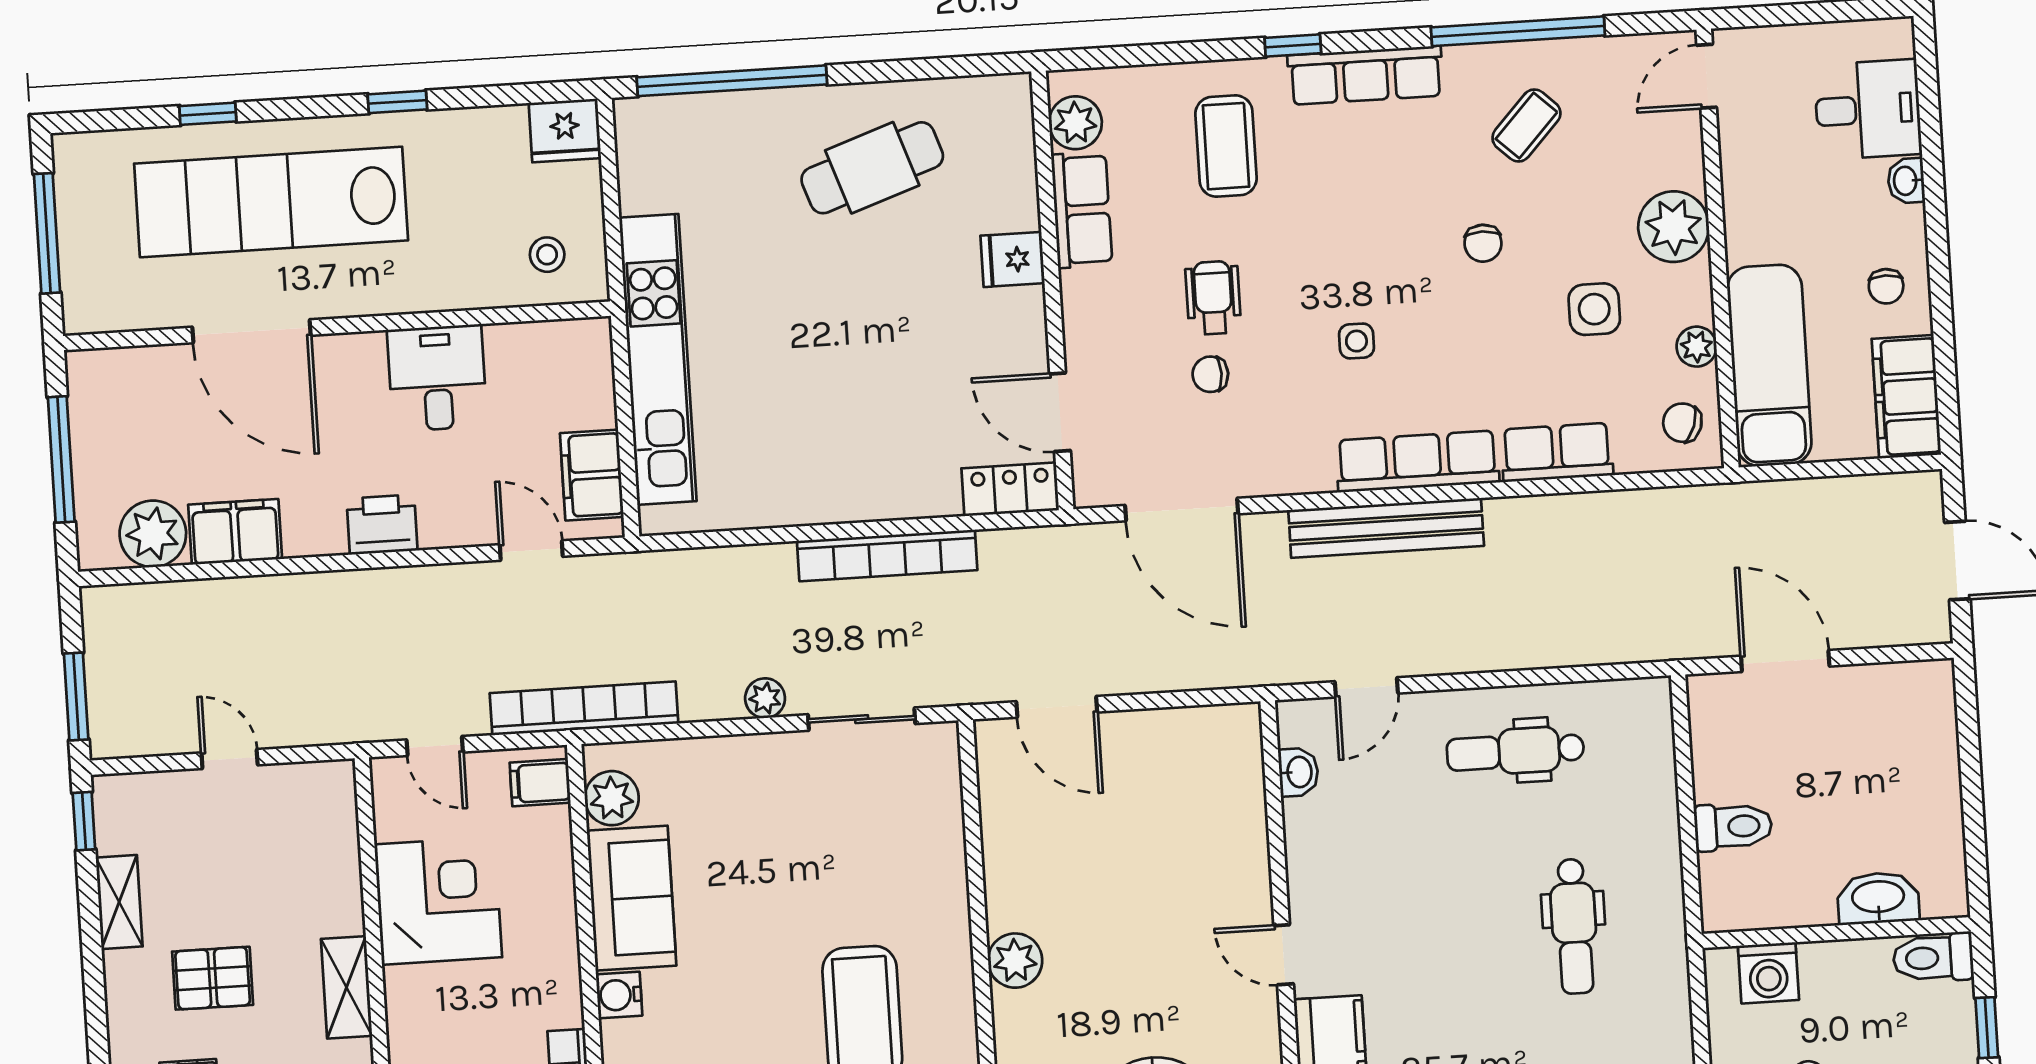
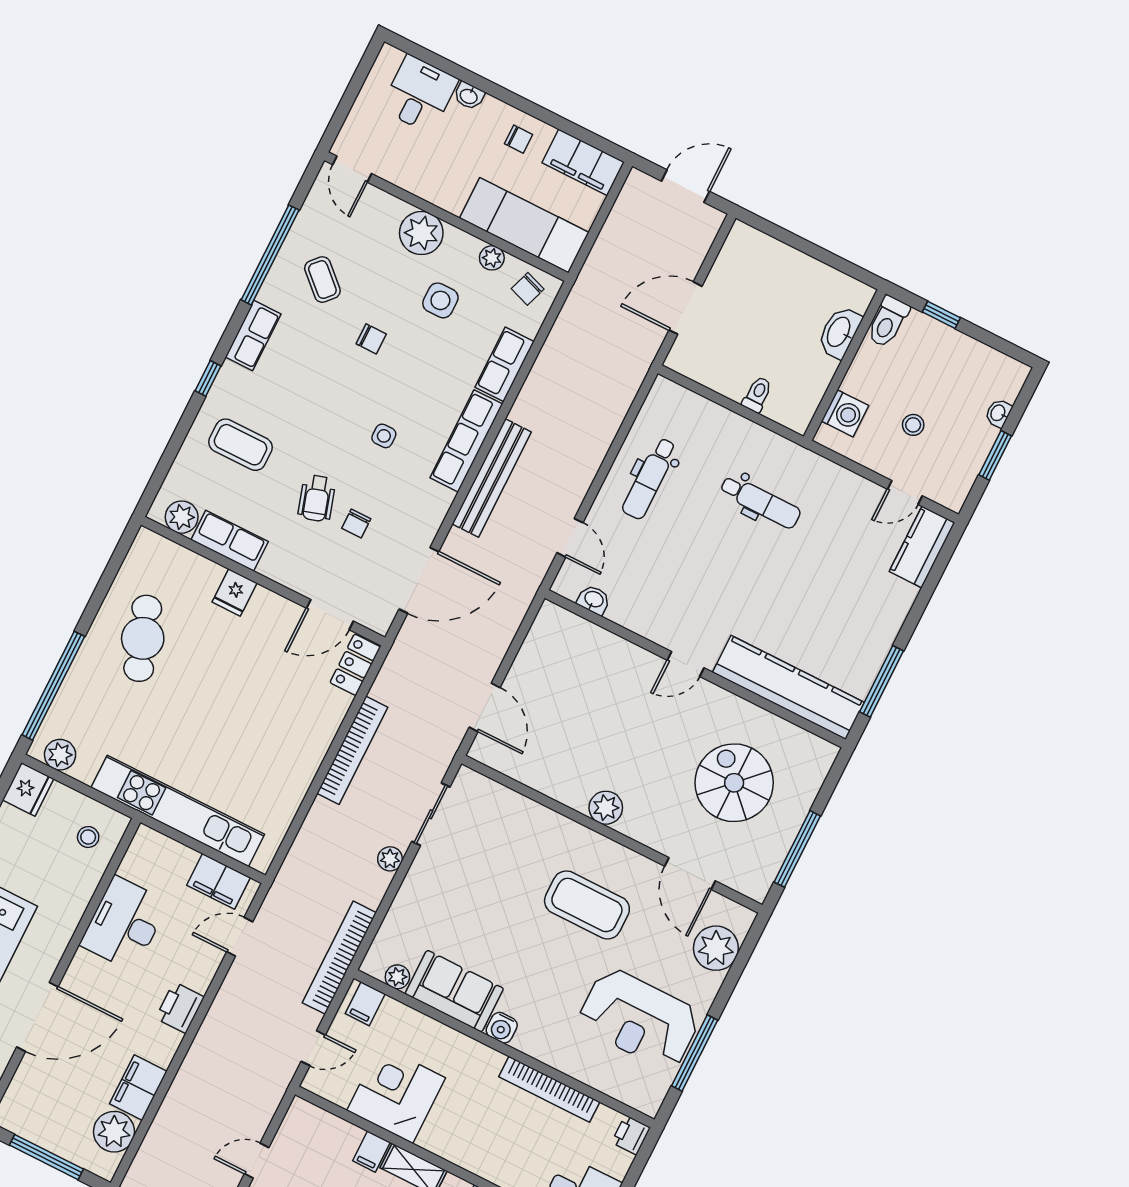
row of seats: (1365, 75) -> (253, 336), width x0.68
plant: (640, 147) -> (60, 755), added
wheelchair: (1213, 298) -> (317, 498), turned -107
desk: (437, 378) -> (124, 924), width x1.37
door: (1057, 707) -> (485, 707), hinge flipped
plant: (612, 798) -> (397, 977), width x0.73, depth x0.73
toilet: (1733, 827) -> (757, 394), width x0.73, depth x0.72
filing cabinet: (337, 913) -> (371, 1152), added

